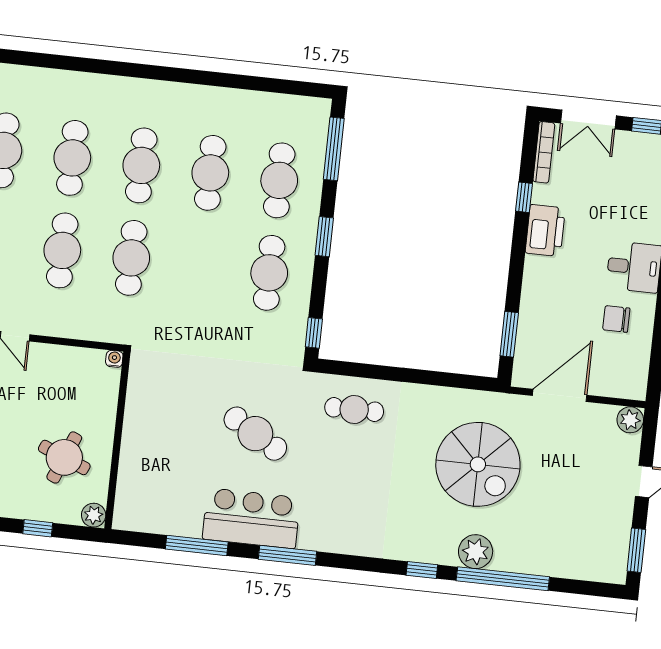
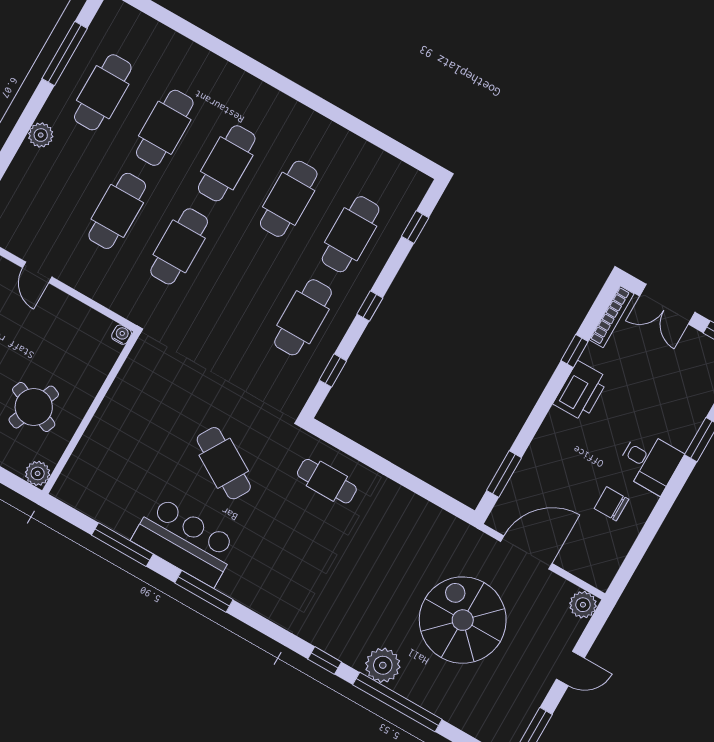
window: (334, 149) -> (415, 227), width x0.46
window: (324, 237) -> (370, 306), width x0.67
window: (314, 333) -> (333, 370), moved
spiral stairs: (478, 464) -> (463, 620), moved, turned 180

